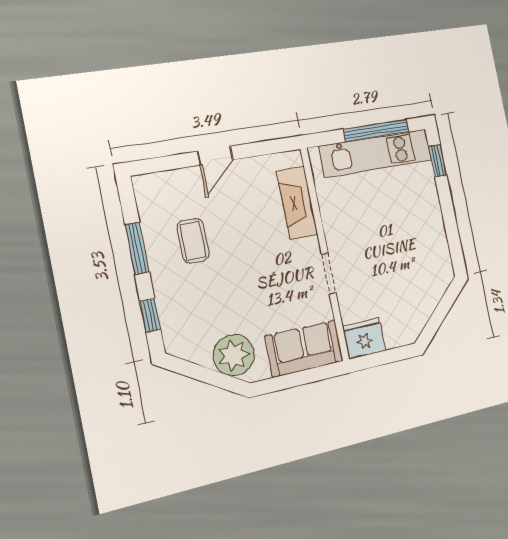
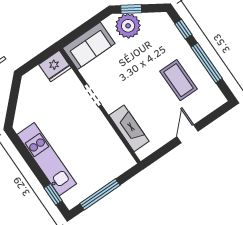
kitchen unit: (376, 153) -> (47, 159), moved, turned 90
coffee table: (193, 241) -> (179, 80), width x1.36, depth x1.30
window: (137, 248) -> (207, 63), width x1.44
window: (218, 379) -> (131, 9), added

